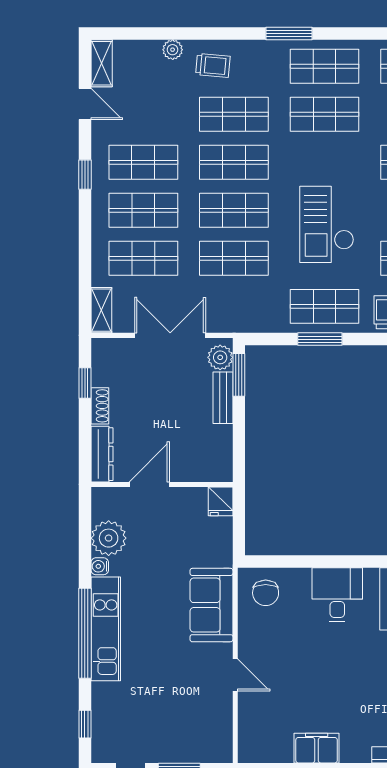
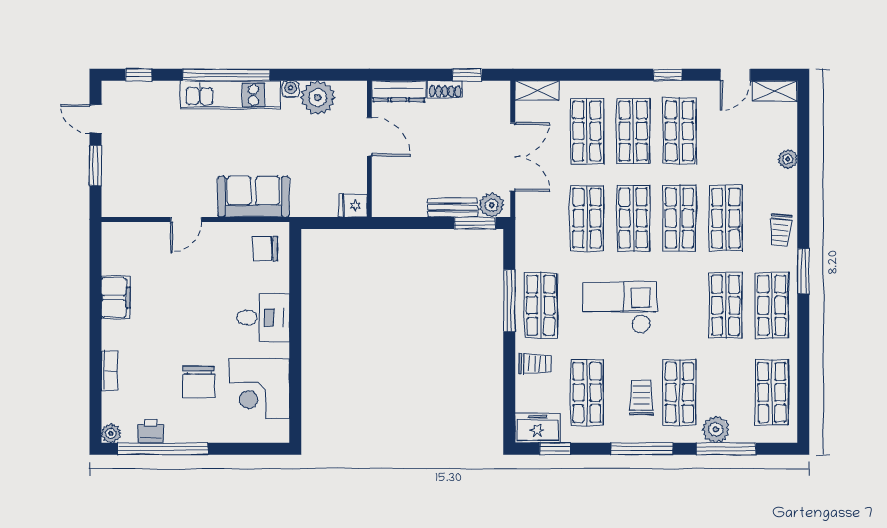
trolley: (213, 65) -> (780, 230), moved
window: (320, 339) -> (509, 301), width x1.44

